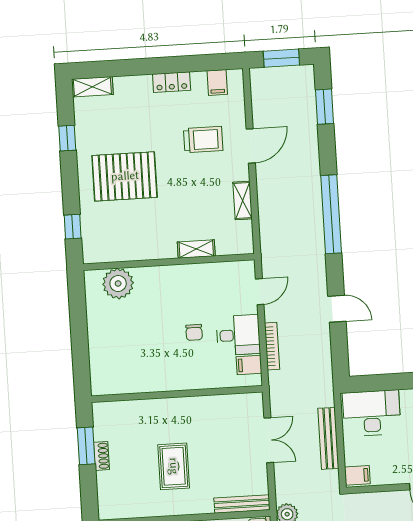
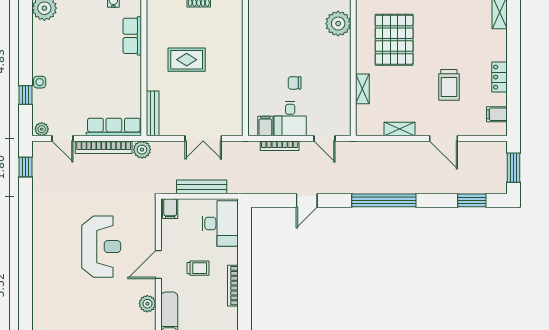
trolley: (203, 140) -> (449, 85), moved
pallet: (125, 176) -> (394, 40), moved

